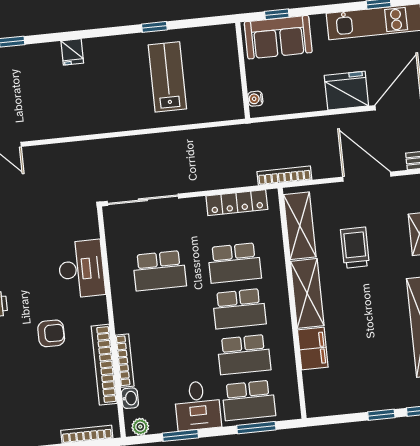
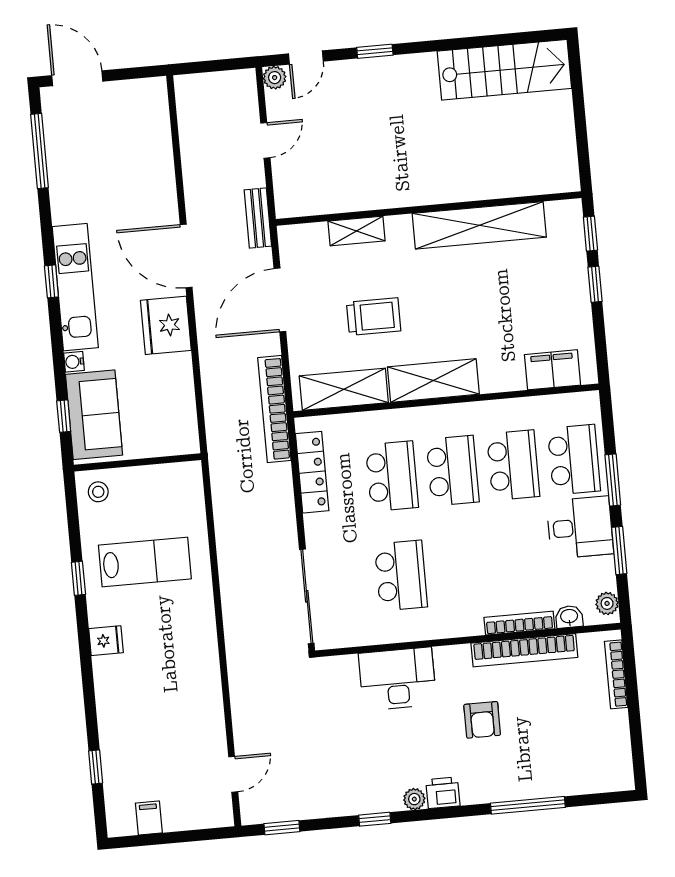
stool: (220, 41) -> (98, 492), added
fridge: (72, 52) -> (106, 641), moved
lab bench: (167, 77) -> (145, 562), turned 180
water cooler: (255, 99) -> (74, 362), moved, turned 90
bookcase: (284, 176) -> (274, 409), width x1.48, depth x1.31
trolley: (355, 248) -> (374, 317), turned 180
armchair: (51, 333) -> (482, 720), turned 180
filing cabinet: (313, 349) -> (553, 370), moved
window: (256, 428) -> (613, 480), moved

